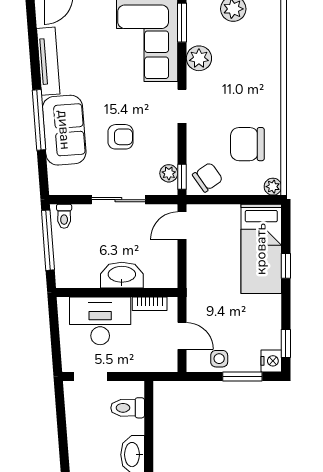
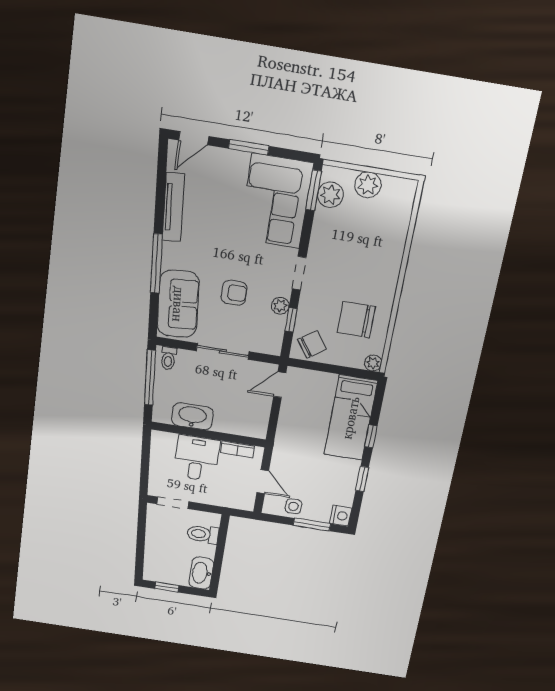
plant: (199, 58) -> (330, 195), moved
sofa: (64, 130) -> (178, 304), moved
plant: (169, 173) -> (280, 306), moved
window: (182, 177) -> (291, 320), moved
washbasin: (122, 275) -> (192, 416), moved
desk: (100, 321) -> (197, 458), width x0.73
window: (286, 344) -> (362, 479), moved

